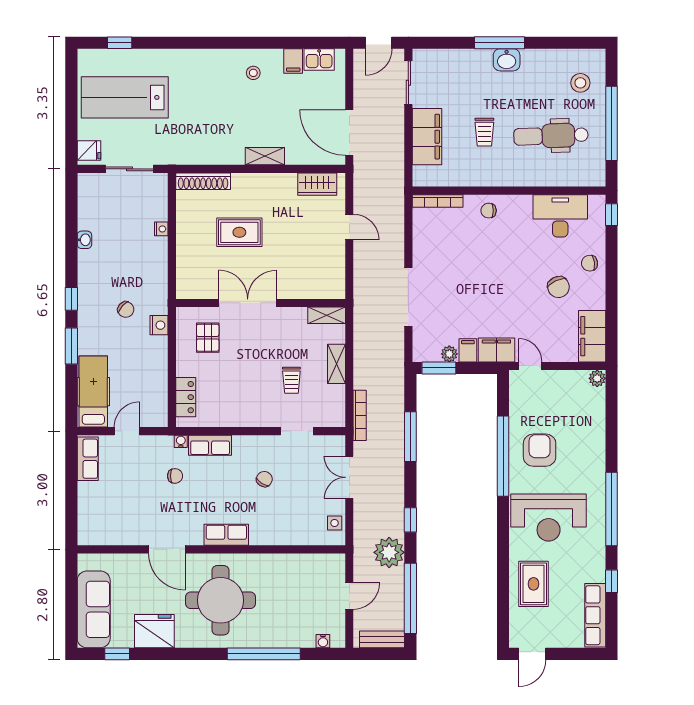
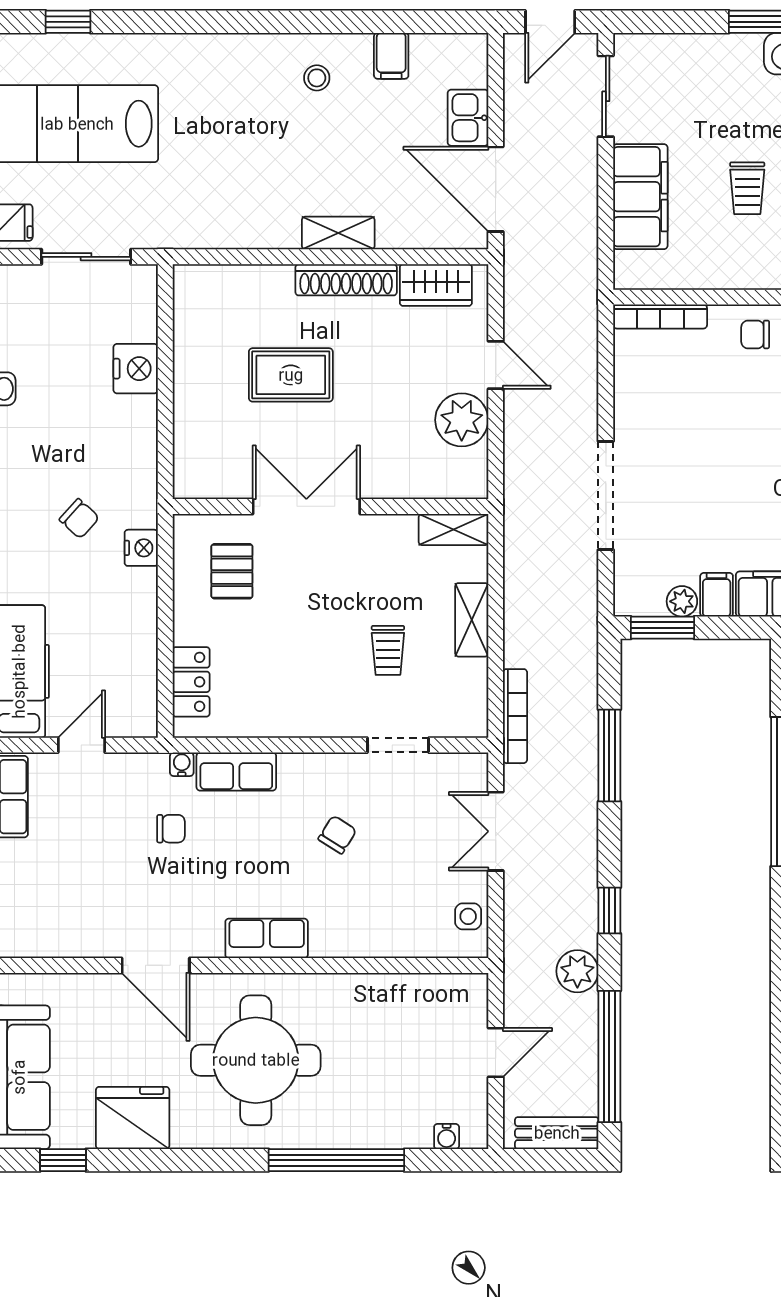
kitchen sink: (319, 60) -> (468, 118), moved, turned 90
shoe rack: (203, 181) -> (346, 280), moved
nightstand: (161, 229) -> (136, 369), width x1.89, depth x1.79
plant: (331, 256) -> (462, 420), added
plant: (389, 552) -> (577, 971), width x0.73, depth x0.73

